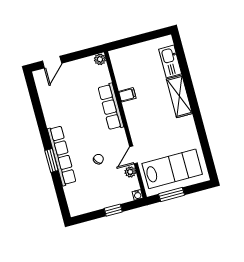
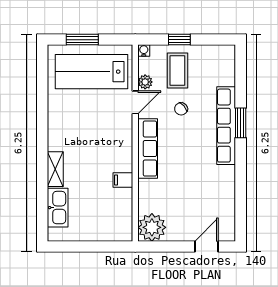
plant: (100, 59) -> (152, 227), width x1.87, depth x1.87
shelving: (179, 96) -> (55, 169), width x0.67, depth x0.75
row of seats: (111, 107) -> (148, 149), moved
coffee table: (109, 187) -> (177, 71), added
window: (172, 195) -> (82, 40), moved

